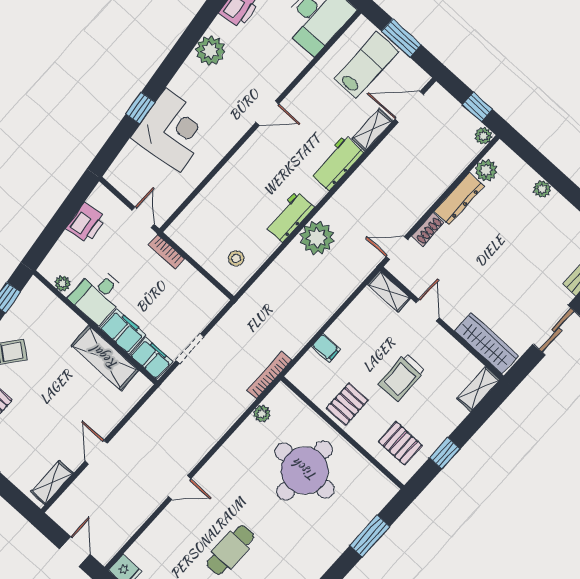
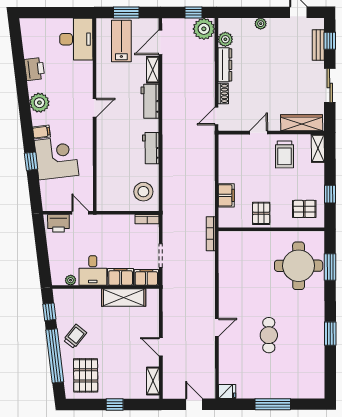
filing cabinet: (182, 86) -> (41, 132), added
plant: (483, 136) -> (204, 29), width x1.87, depth x1.87
printer: (86, 223) -> (58, 223), moved, turned 97
plant: (317, 238) -> (173, 146), removed
bookcase: (166, 252) -> (147, 219), moved
stool: (236, 258) -> (143, 192), width x1.89, depth x1.89
shelving: (389, 291) -> (232, 140), removed
door: (427, 310) -> (259, 133), hinge flipped
filing cabinet: (326, 348) -> (226, 195), width x2.00
trolley: (402, 377) -> (284, 154), moved
plant: (262, 414) -> (224, 255), removed
round table: (305, 470) -> (299, 266), moved

